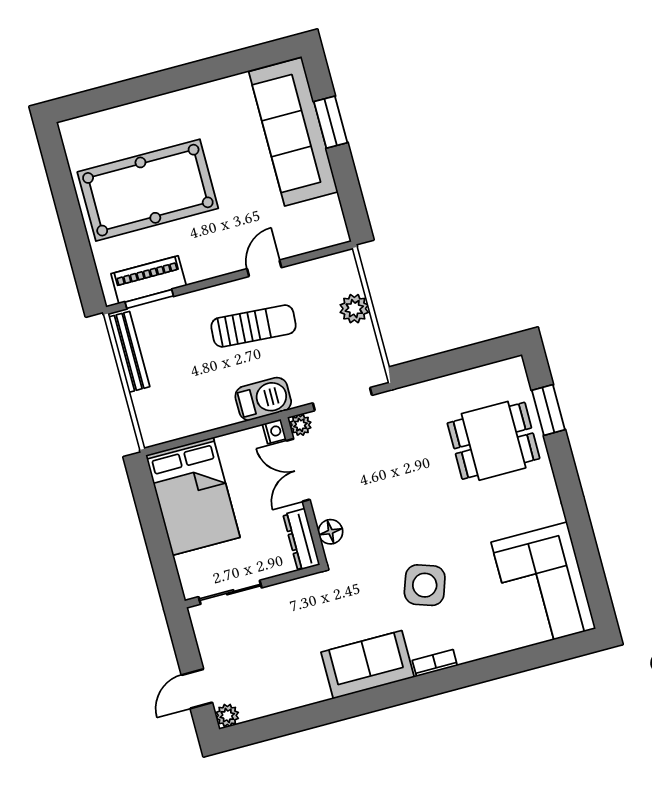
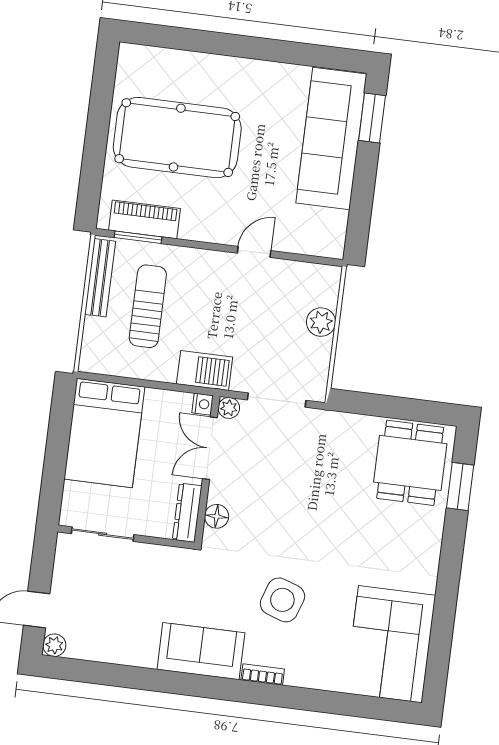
window: (331, 122) -> (372, 118), moved
sun lounger: (254, 326) -> (148, 306), moved, turned -94
dining table: (494, 441) -> (410, 463), moved, turned 90

